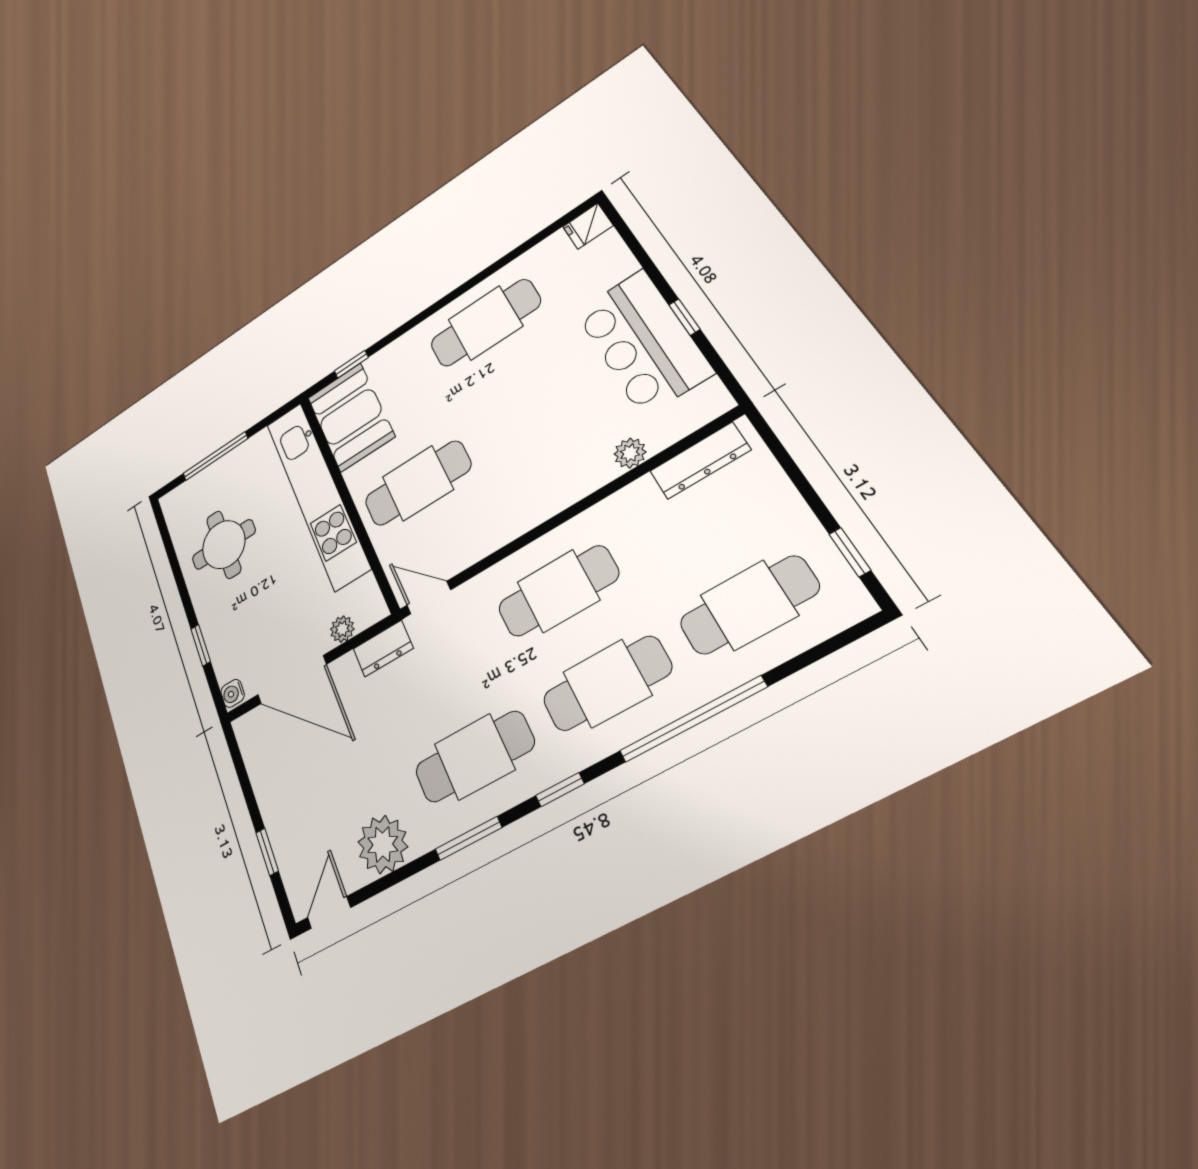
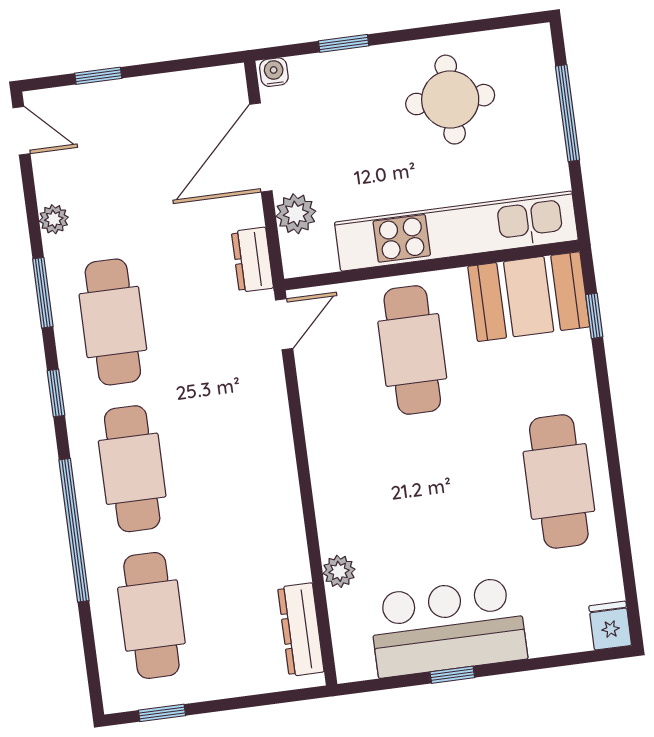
cafe table: (558, 591) -> (235, 455), removed
plant: (342, 629) -> (296, 214), width x1.38, depth x1.38
plant: (383, 844) -> (54, 219), width x0.53, depth x0.53

